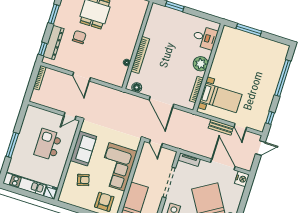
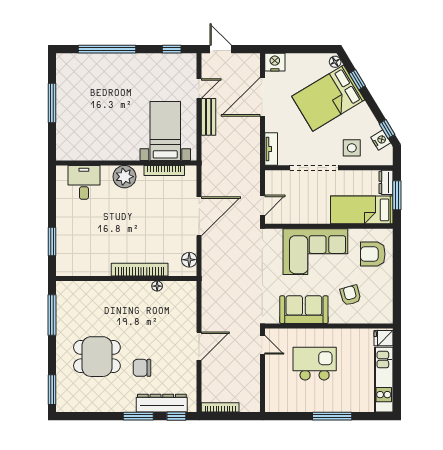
window: (54, 14) -> (138, 416), moved
window: (249, 30) -> (52, 103), moved
kitchen island: (48, 144) -> (315, 364), turned 180

